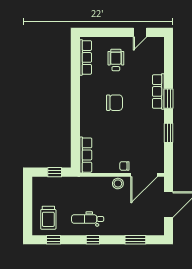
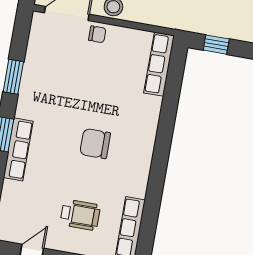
wheelchair: (116, 60) -> (80, 215), turned -90

